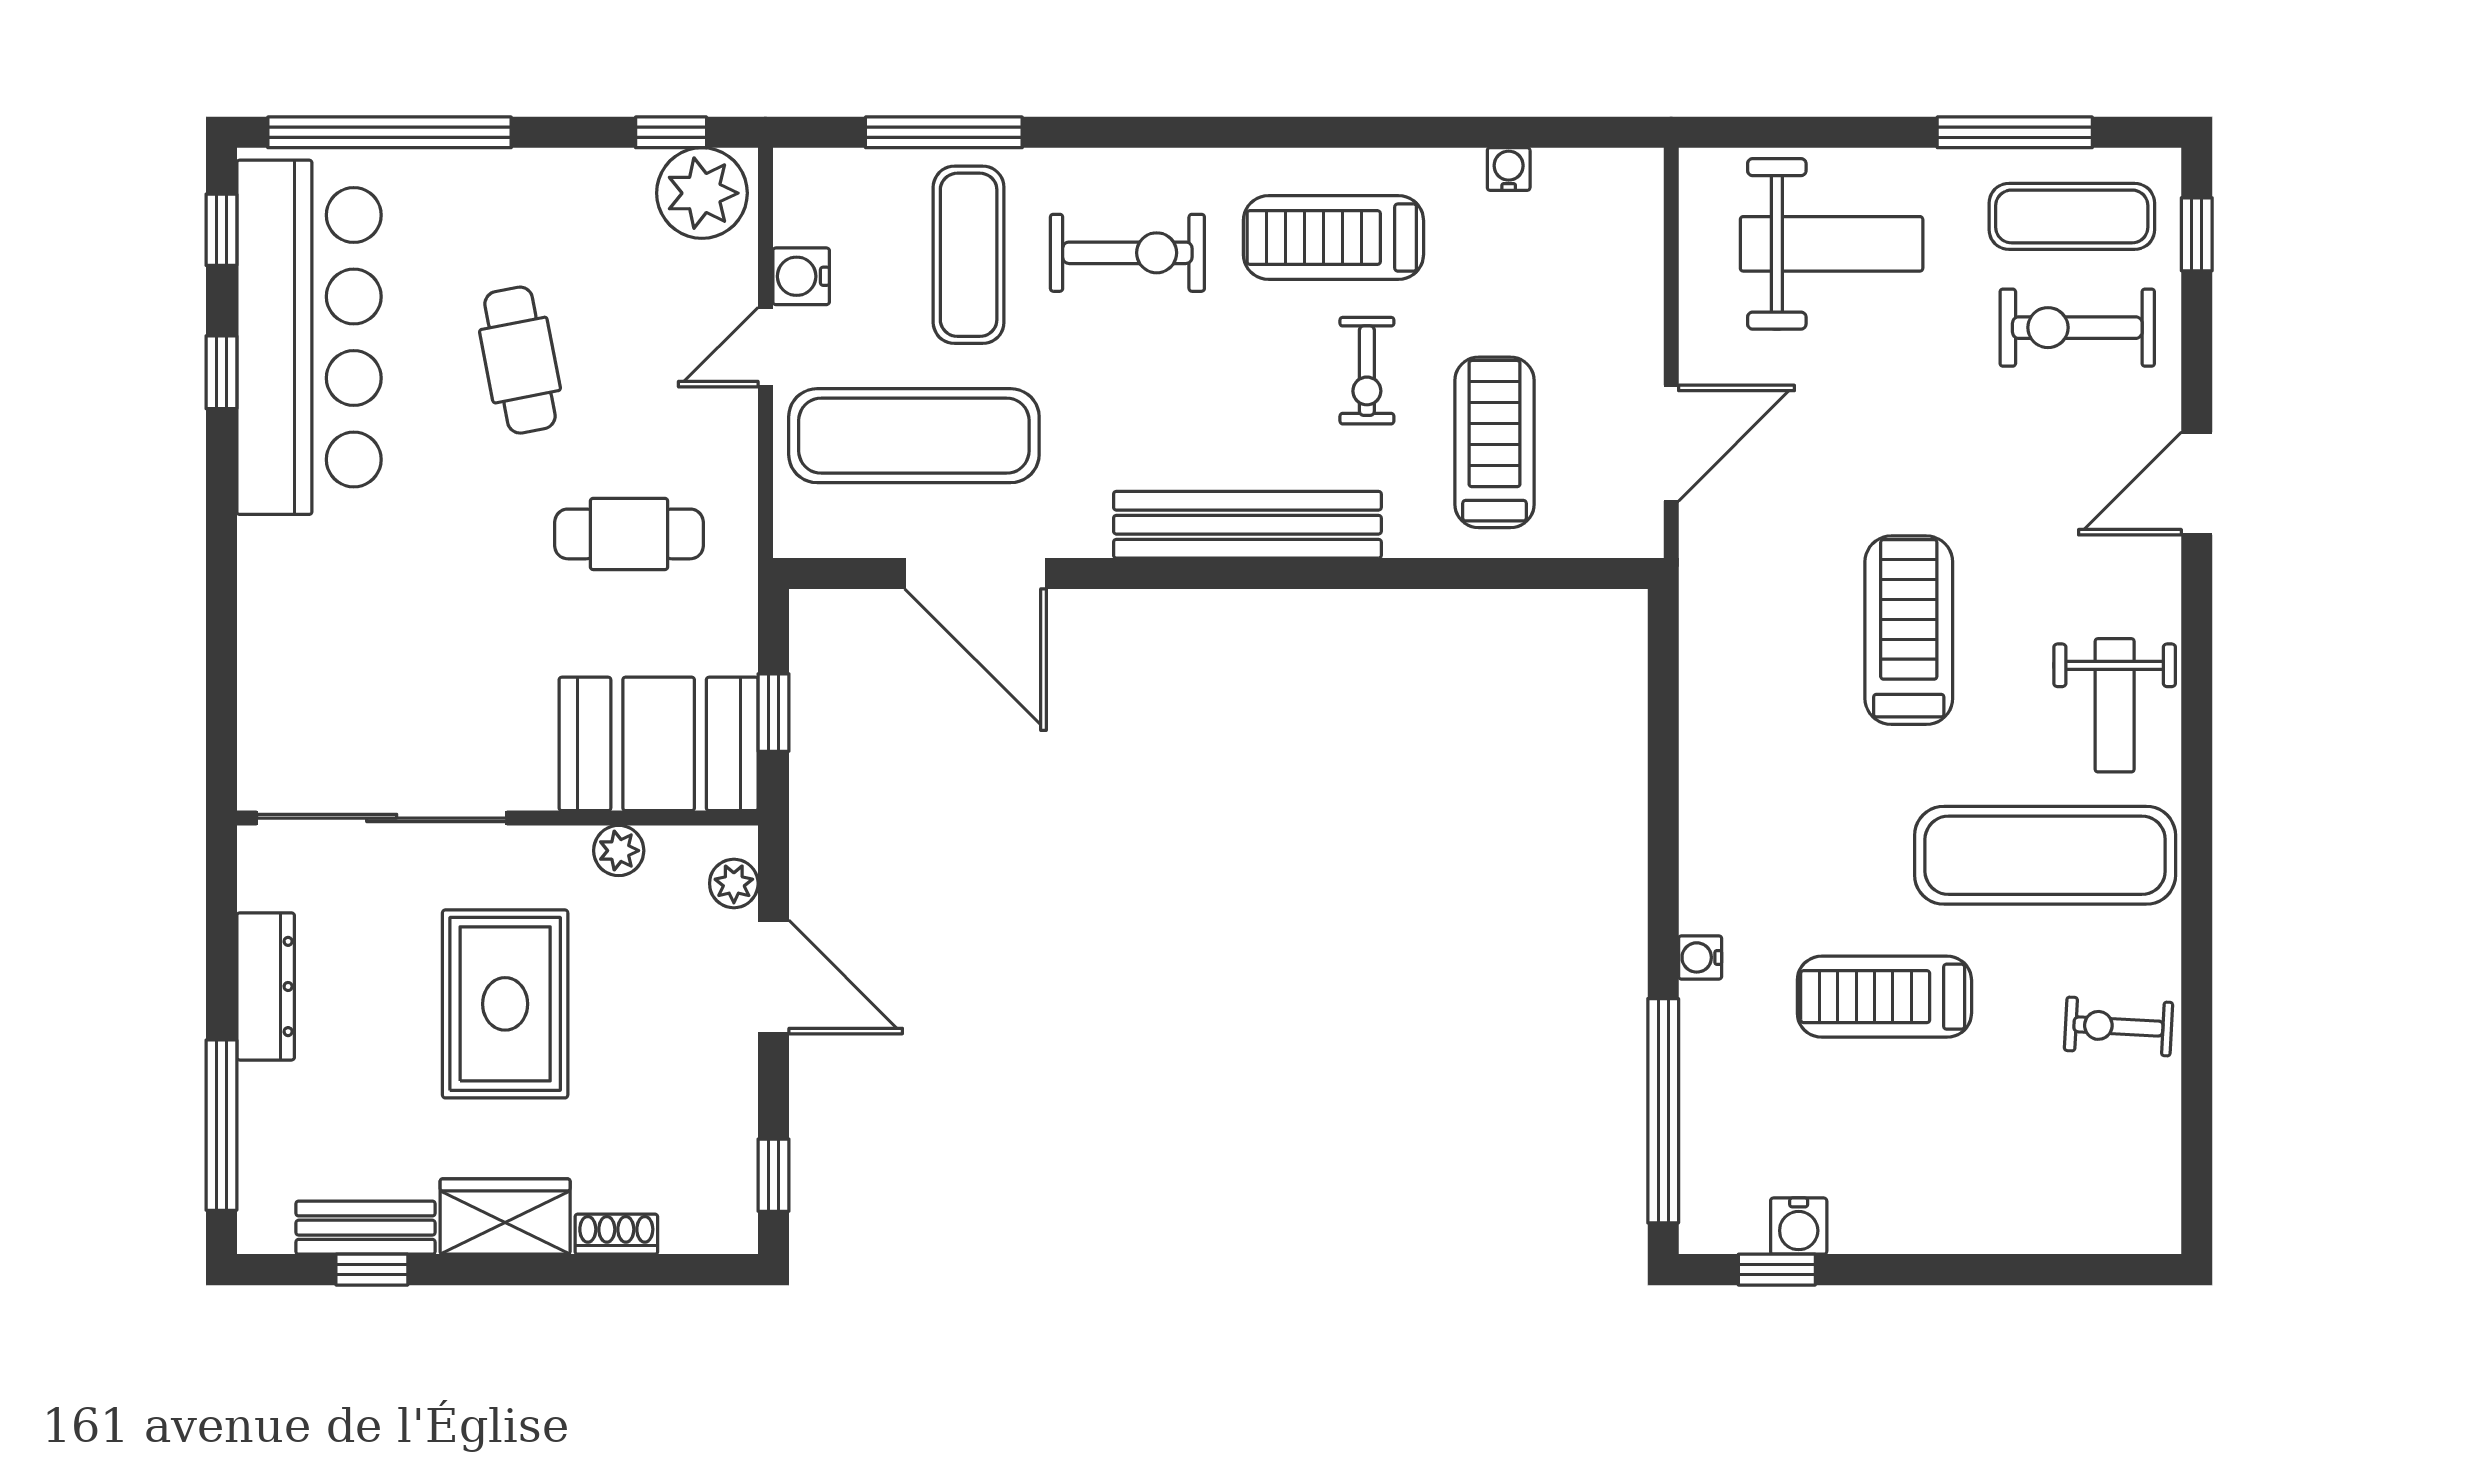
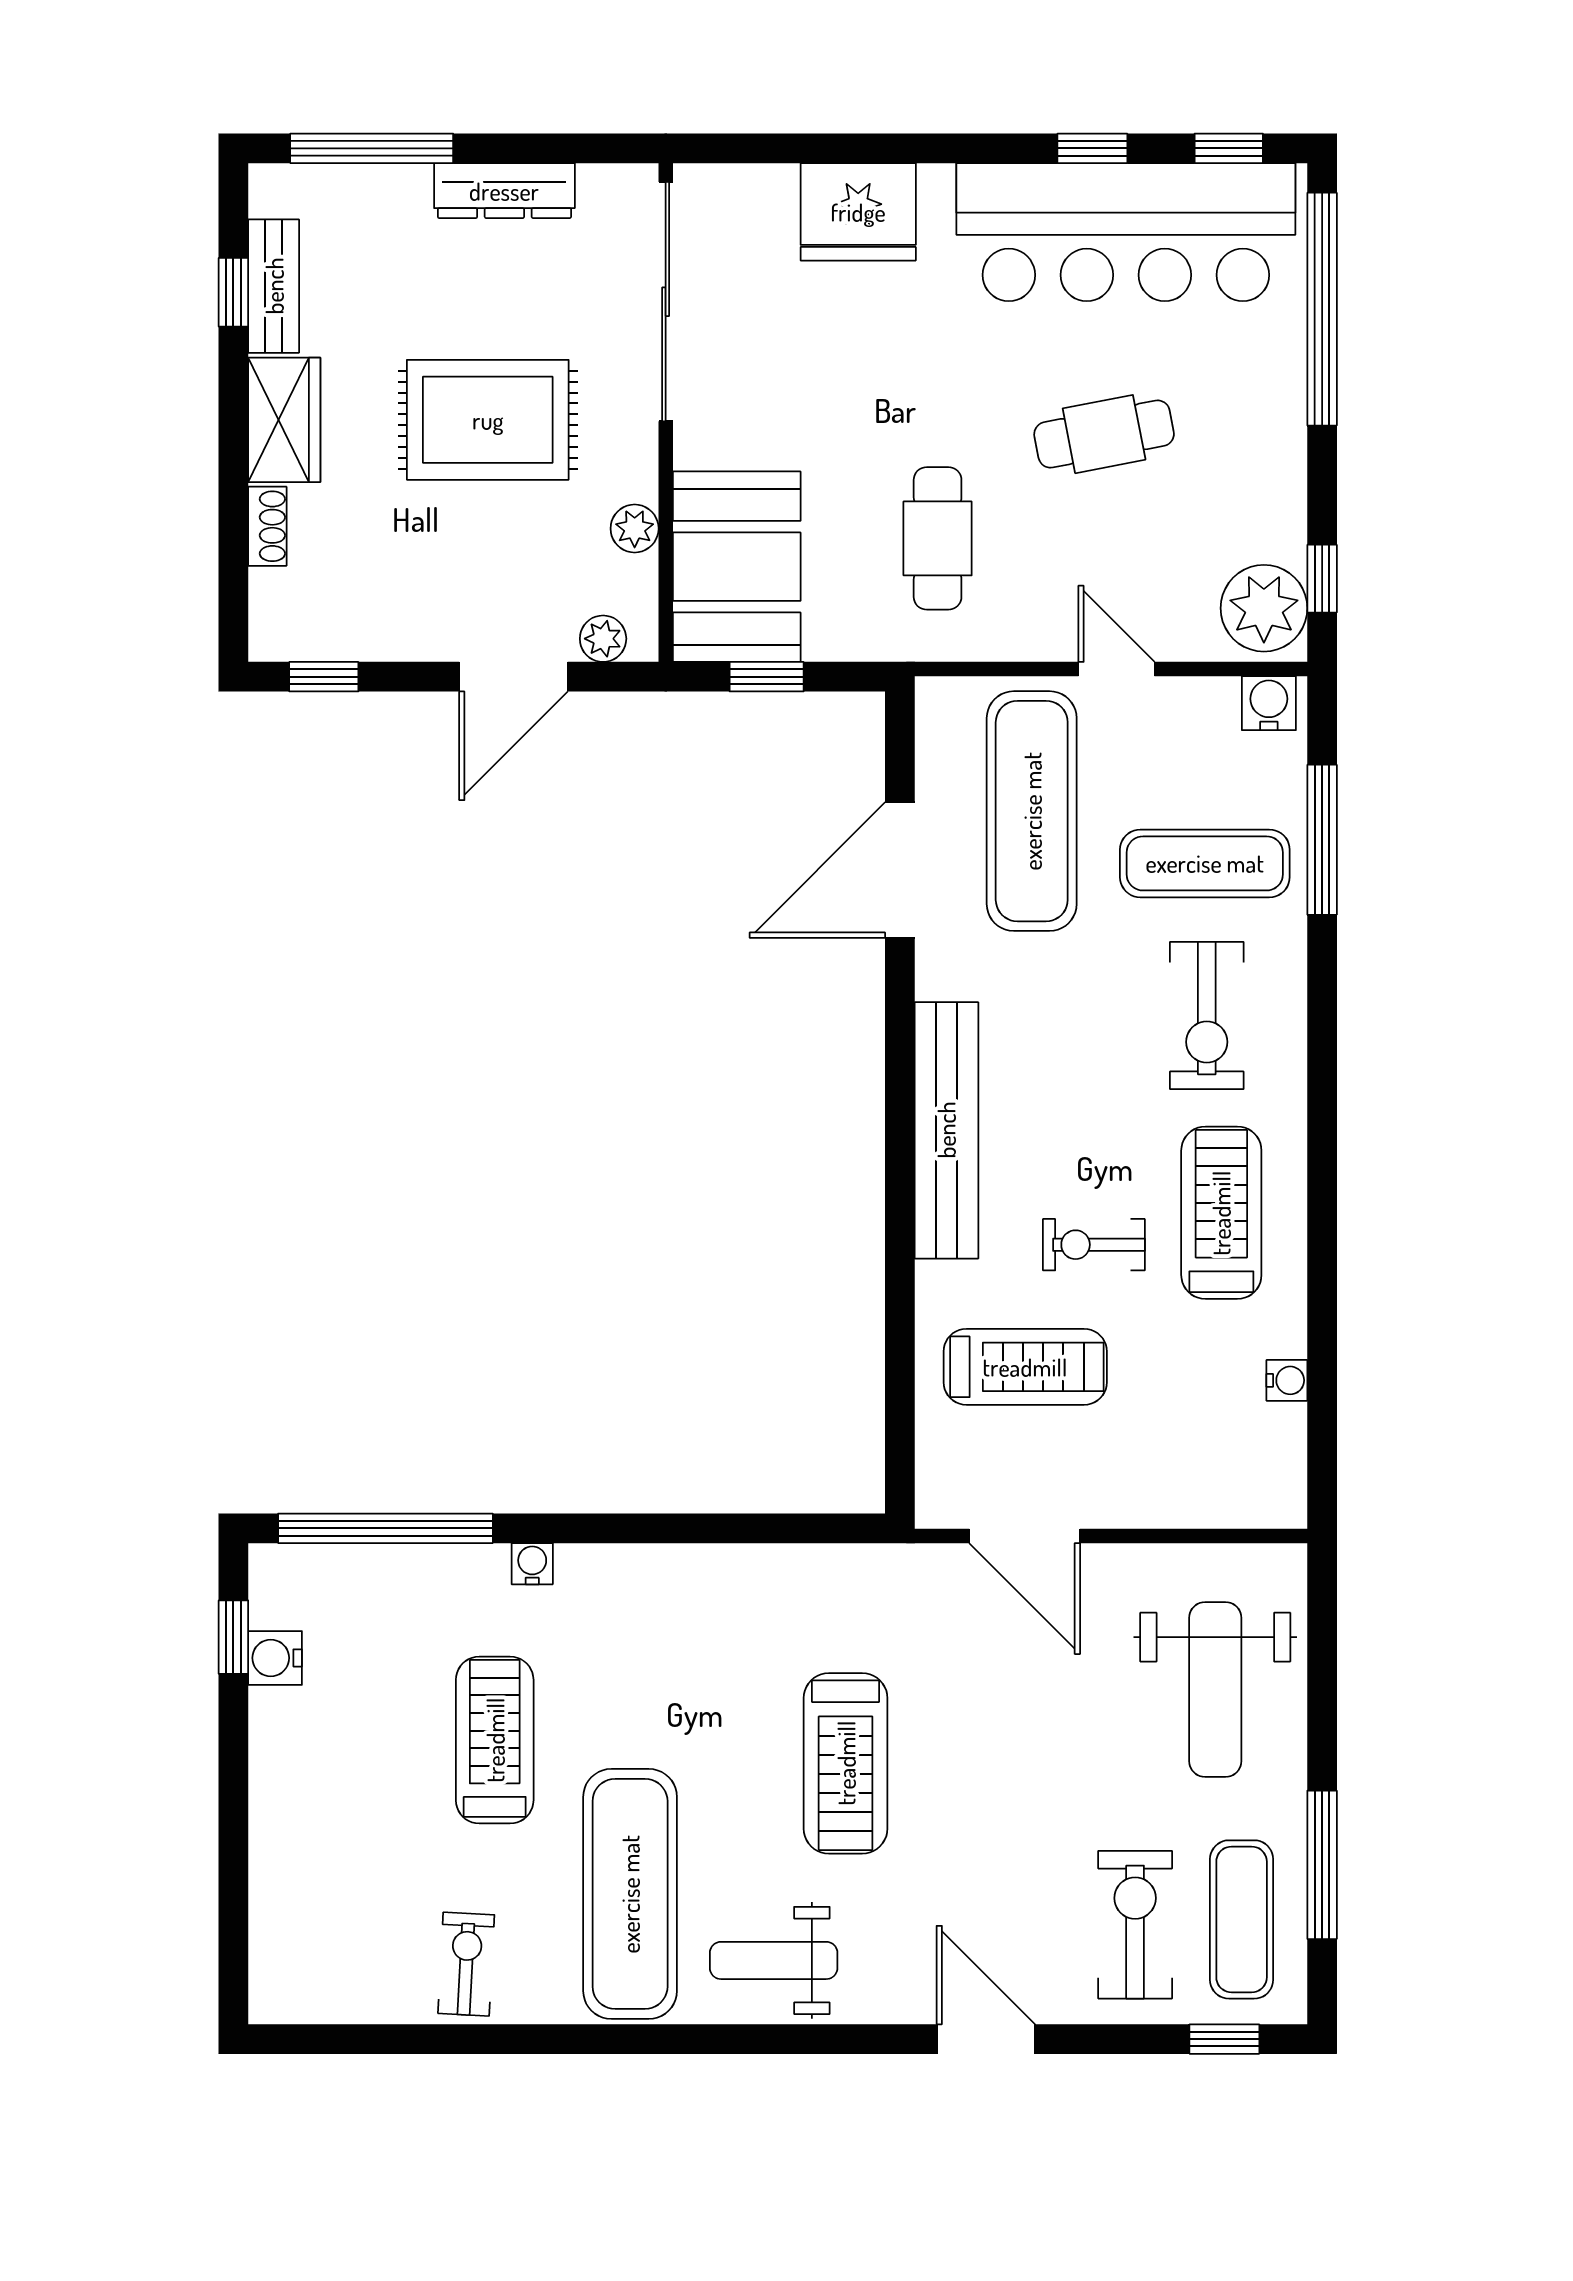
water cooler: (801, 276) -> (1269, 703), moved
fridge: (288, 617) -> (858, 212), added
treadmill: (1909, 630) -> (846, 1763), turned 90

